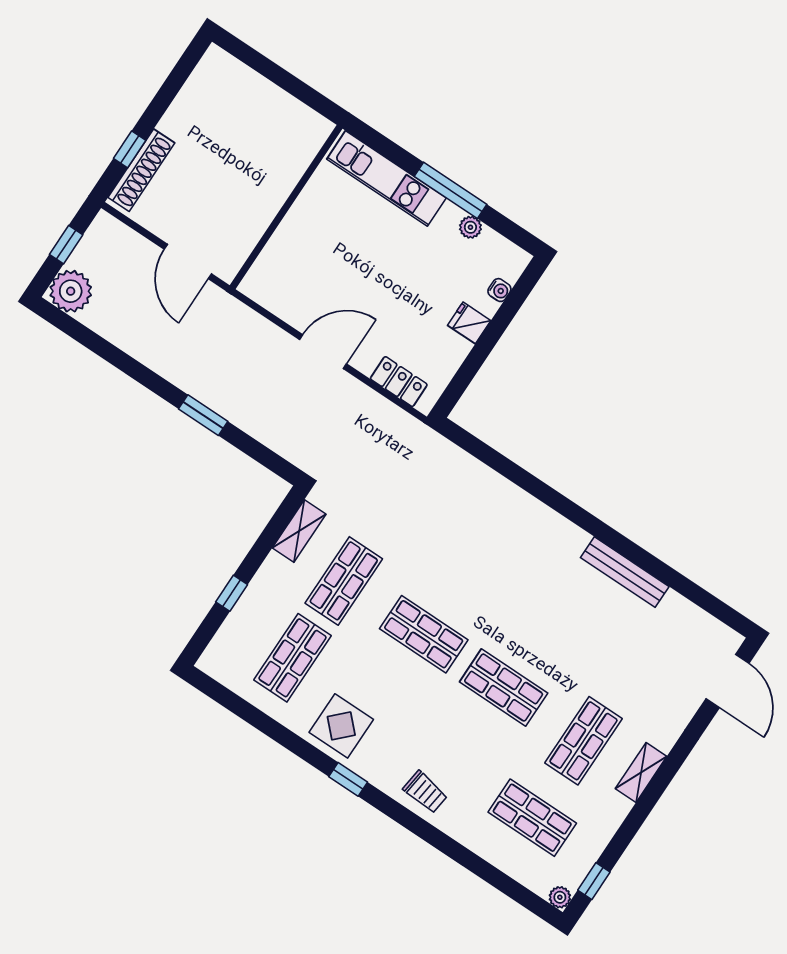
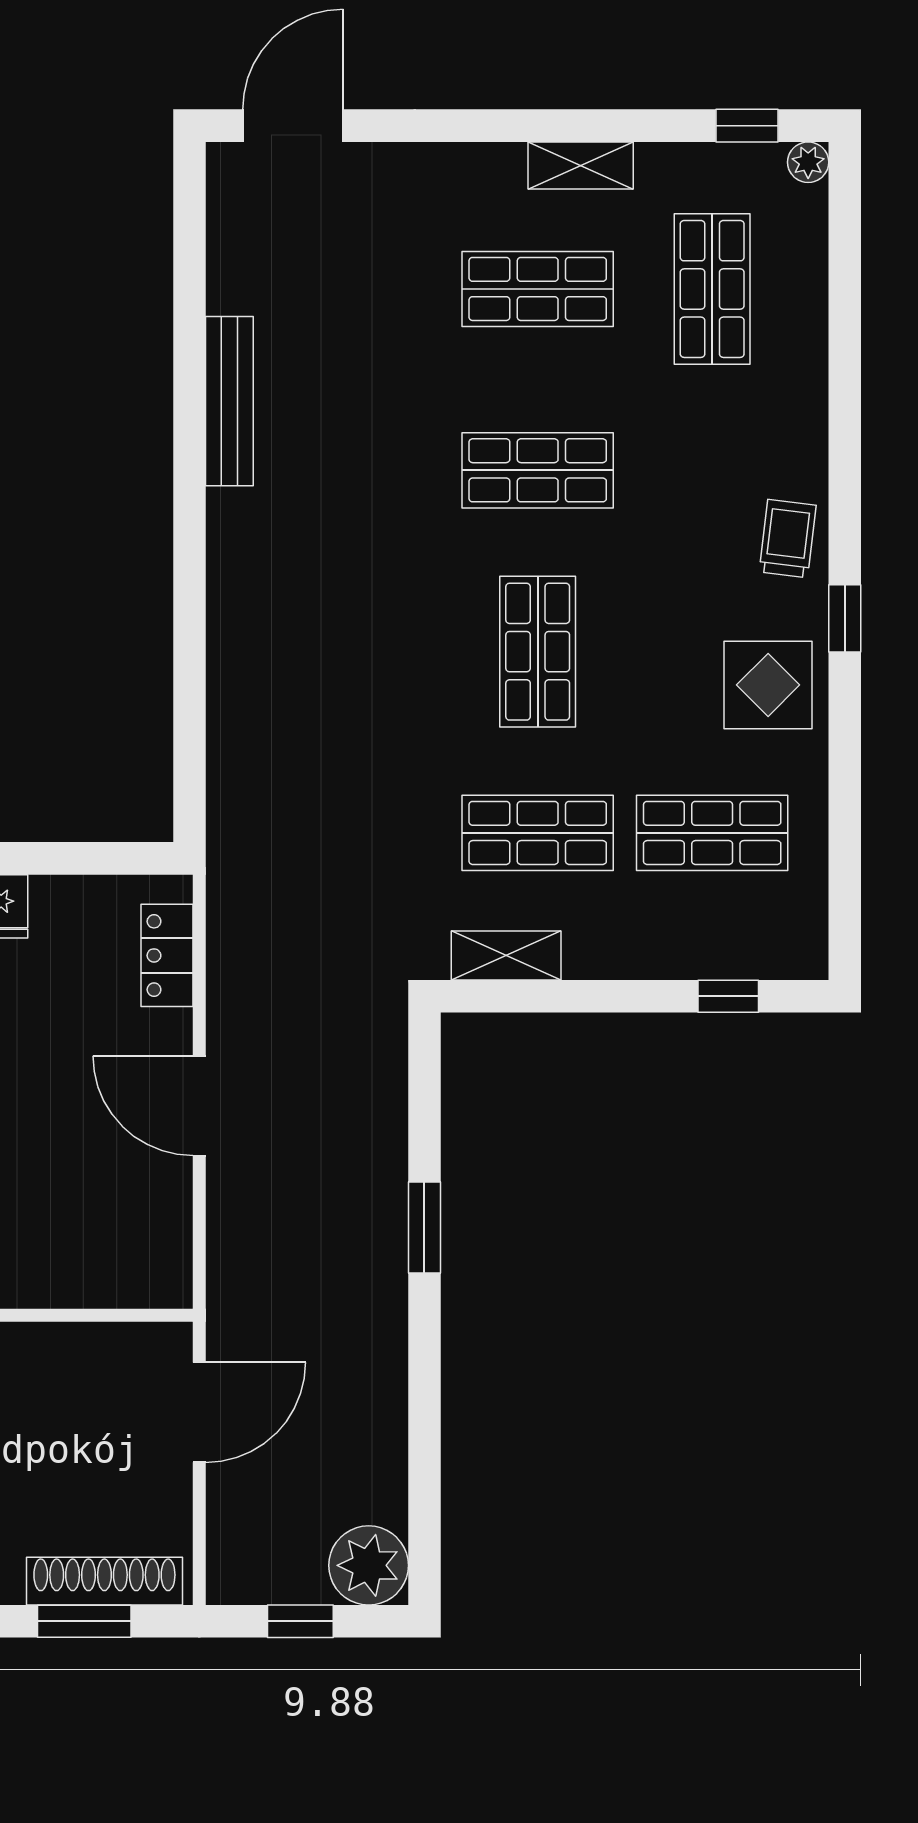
window: (130, 149) -> (84, 1621), width x1.50
window: (232, 593) -> (728, 996), moved
shop shelf: (504, 688) -> (538, 470), turned 90
shelving: (641, 772) -> (581, 165), moved
trolley: (425, 792) -> (788, 539), moved

